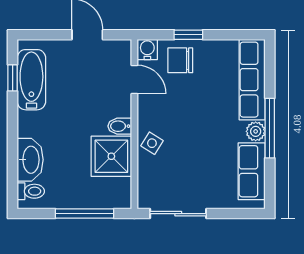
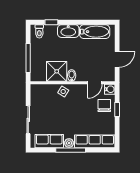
window: (13, 78) -> (51, 22), moved
washbasin: (30, 160) -> (68, 31), moved
sliding door: (178, 214) -> (28, 120), moved

